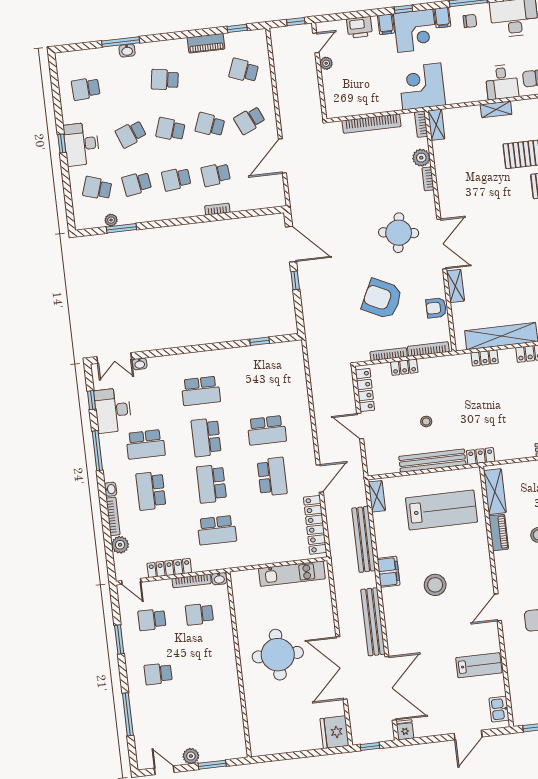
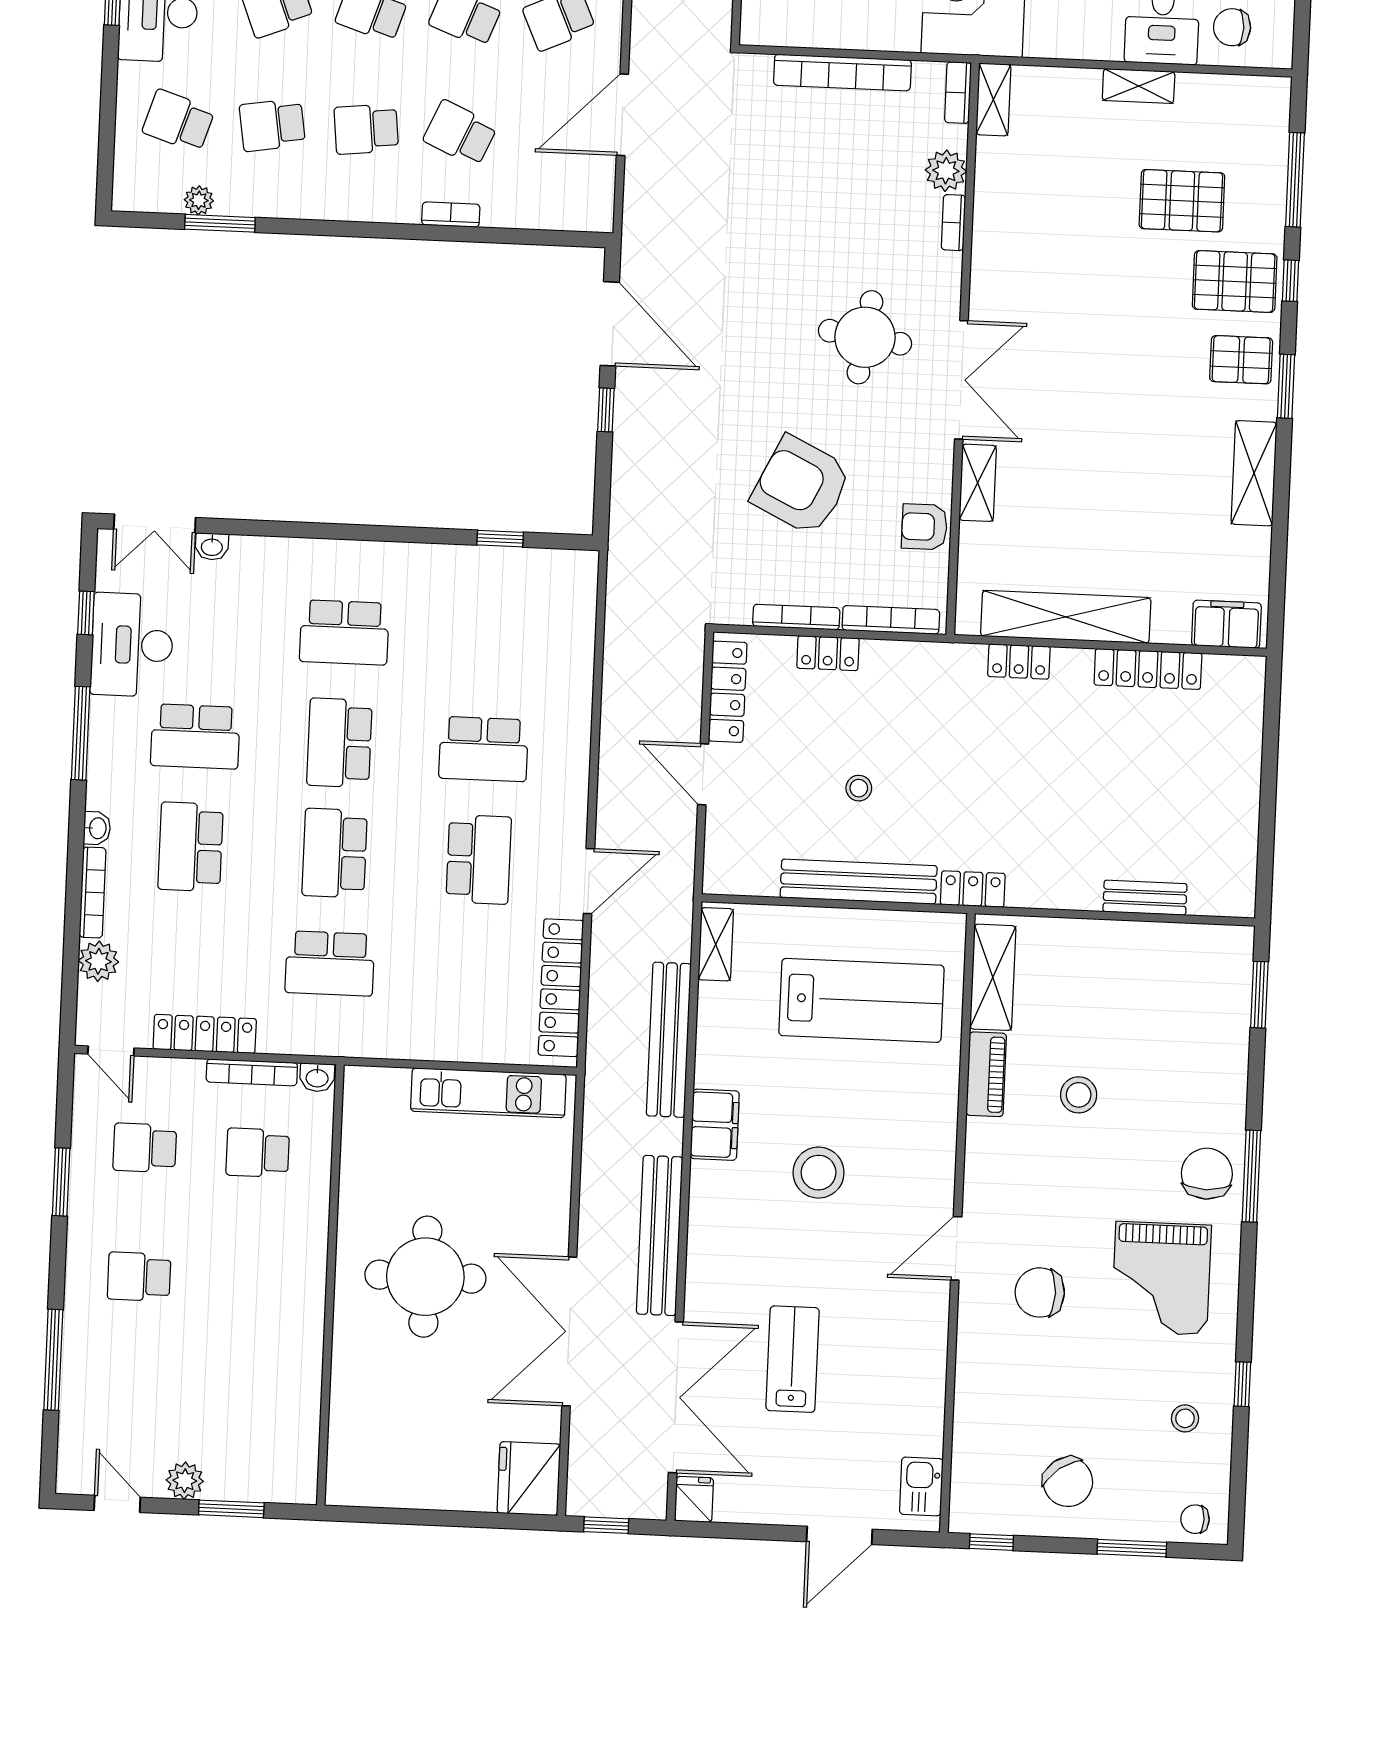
school desk: (216, 175) -> (460, 133), turned 30
lab bench: (479, 665) -> (793, 1359), moved, turned -90

